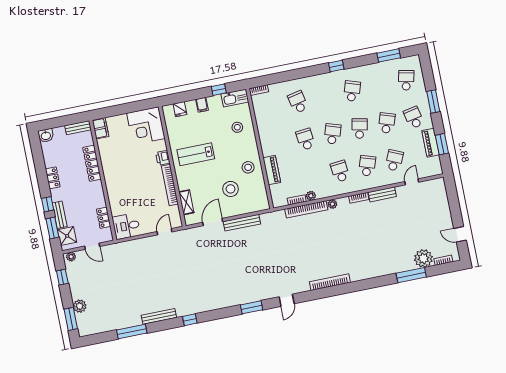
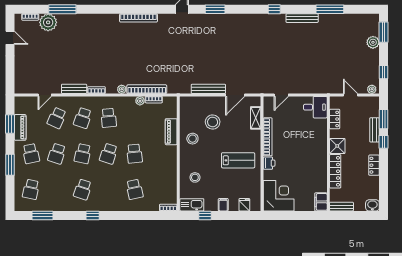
shower: (67, 236) -> (337, 146), moved

